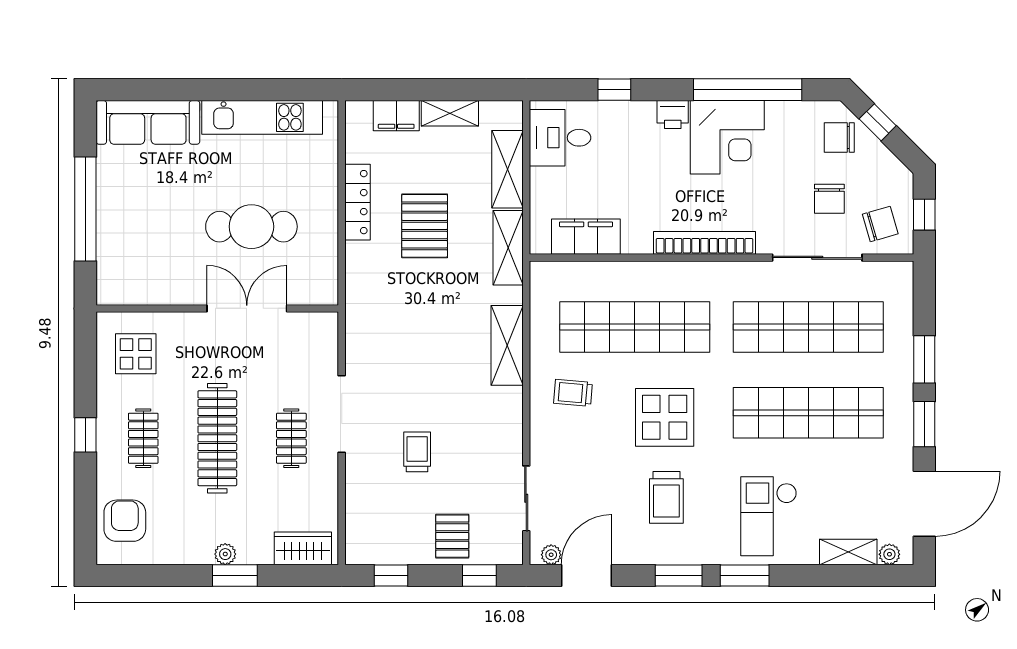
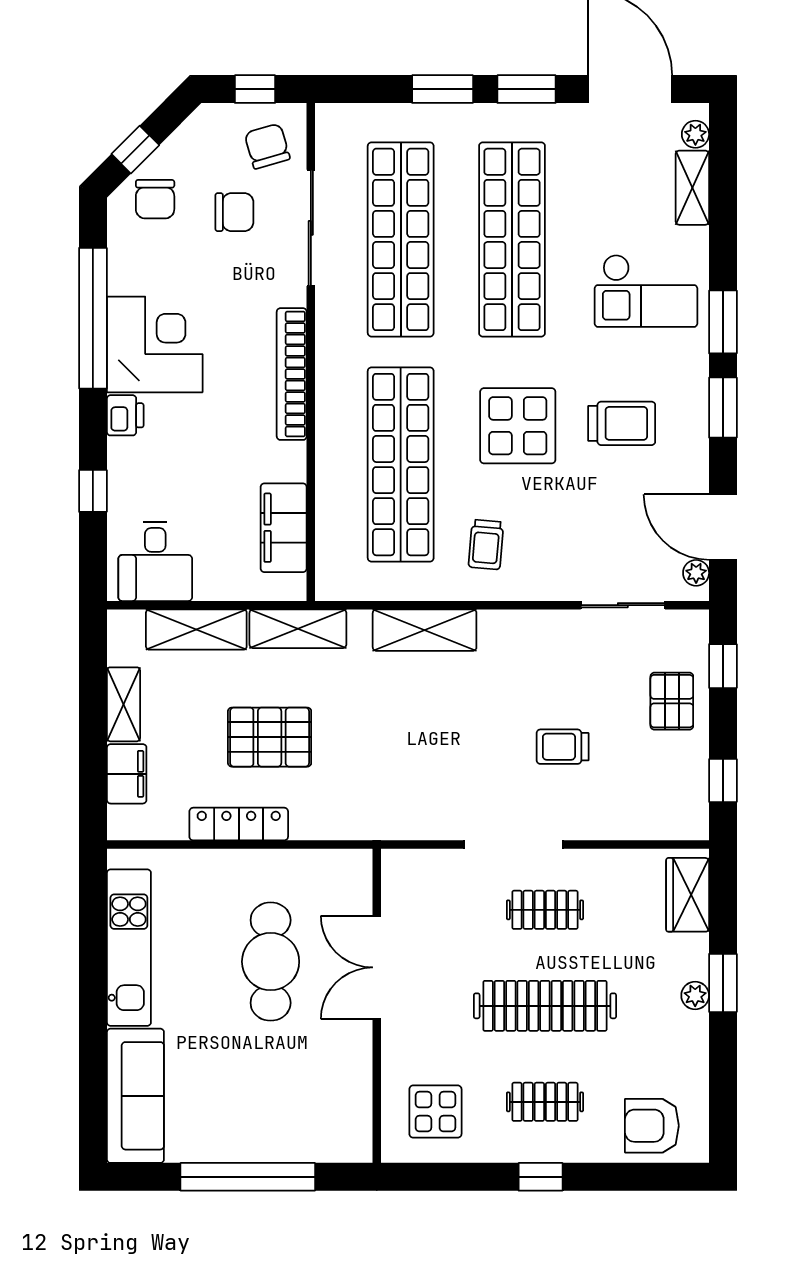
pallet: (452, 536) -> (672, 701), turned 90

